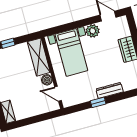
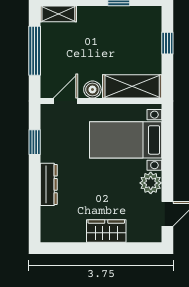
window: (98, 102) -> (35, 142), moved
window: (33, 120) -> (35, 51), added

